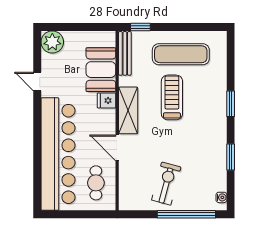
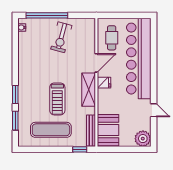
booth: (101, 70) -> (108, 130), moved
fridge: (107, 100) -> (104, 83), moved
door: (117, 148) -> (96, 63), hinge flipped
window: (231, 157) -> (15, 121), moved

